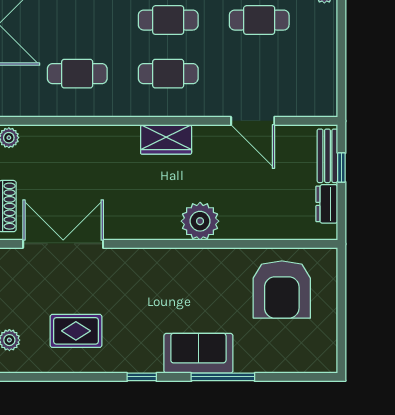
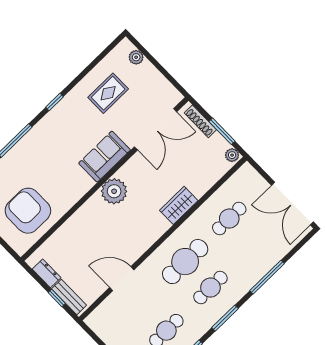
cafe table: (168, 74) -> (185, 262), width x1.37, depth x1.35
wardrobe: (166, 139) -> (179, 205), moved
plant: (200, 221) -> (114, 191), moved
sofa: (198, 353) -> (105, 157), moved, turned 180

